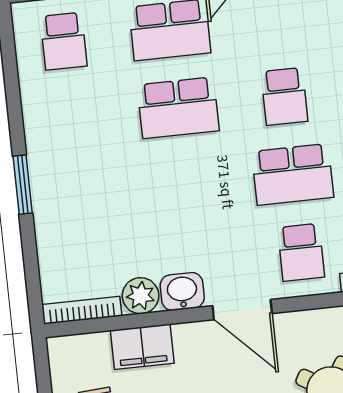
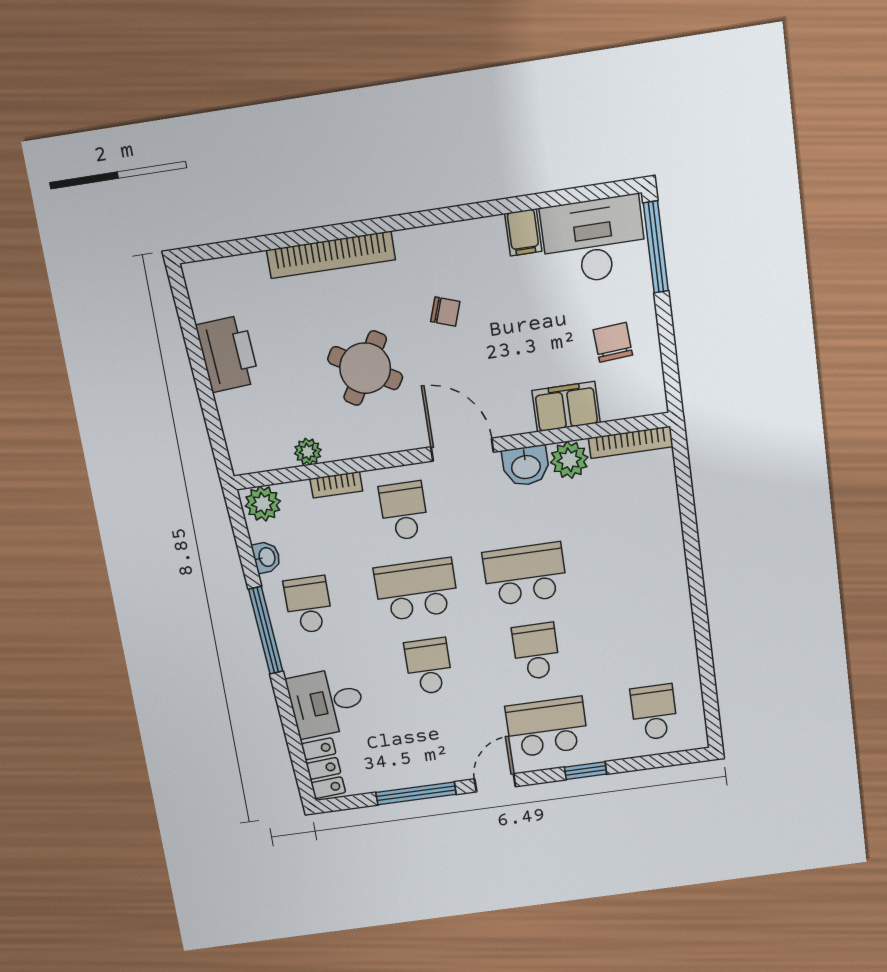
school desk: (178, 108) -> (536, 651), width x0.54
window: (23, 185) -> (694, 569), removed
school desk: (186, 186) -> (525, 574), added

